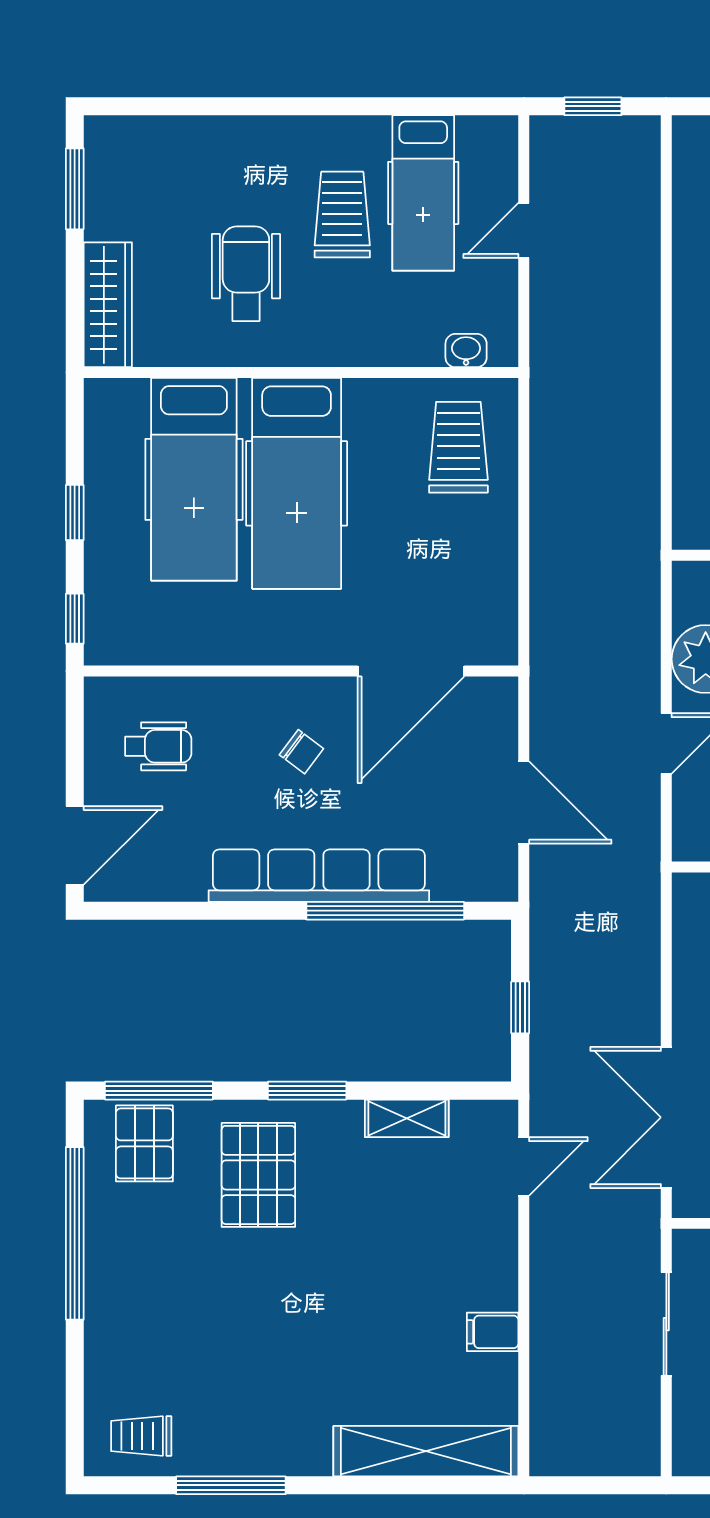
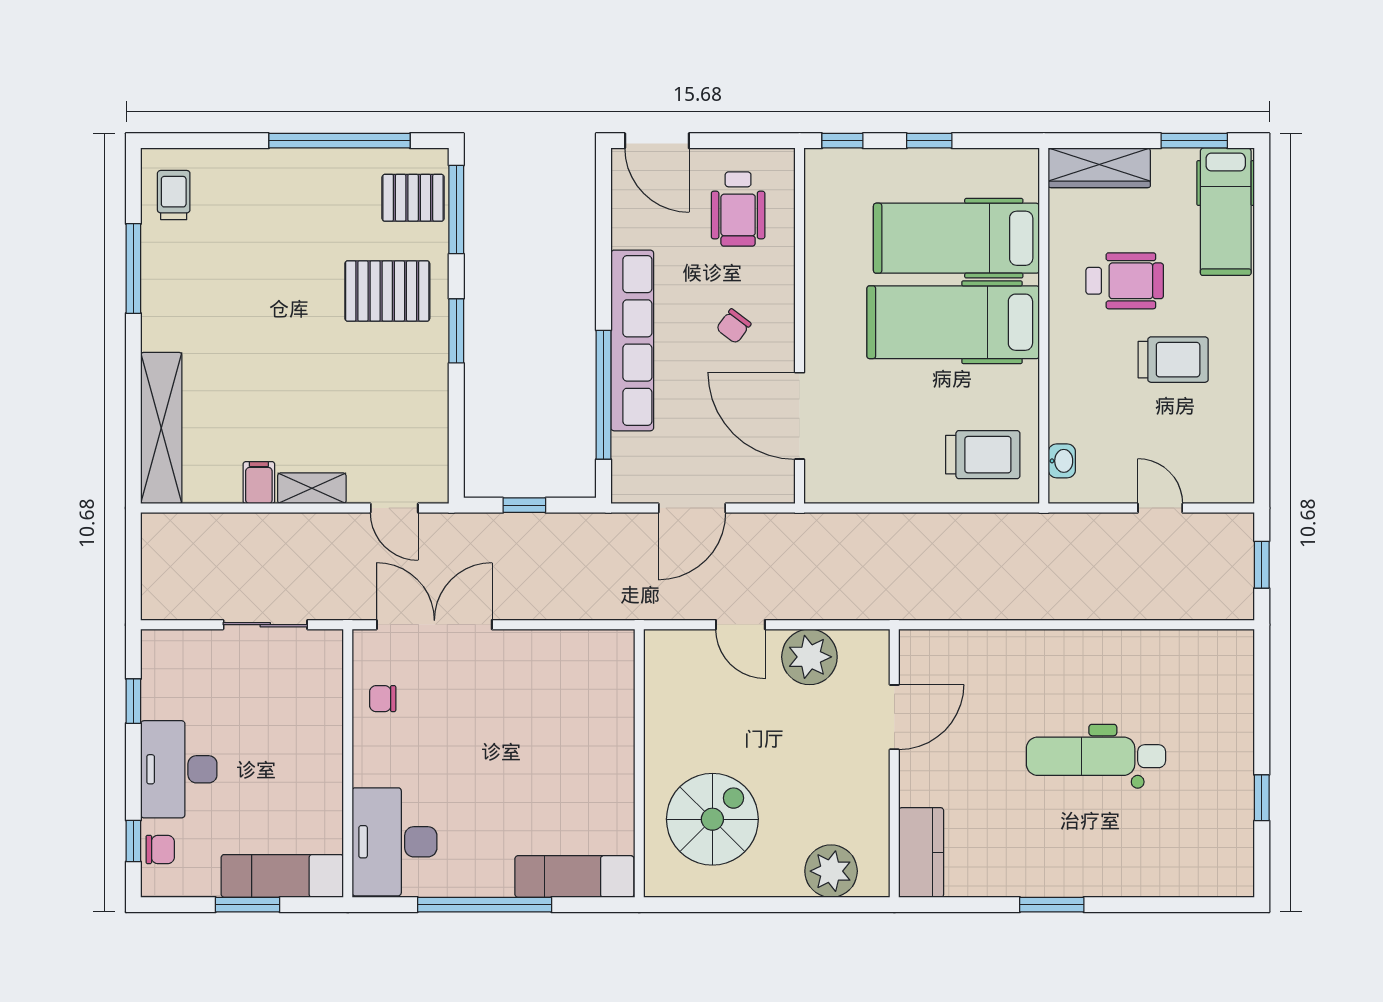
hospital bed: (423, 193) -> (1226, 212), moved, turned -90
wheelchair: (158, 746) -> (738, 209), width x1.36, depth x1.37
shelving: (407, 1118) -> (312, 488), moved, turned 90

